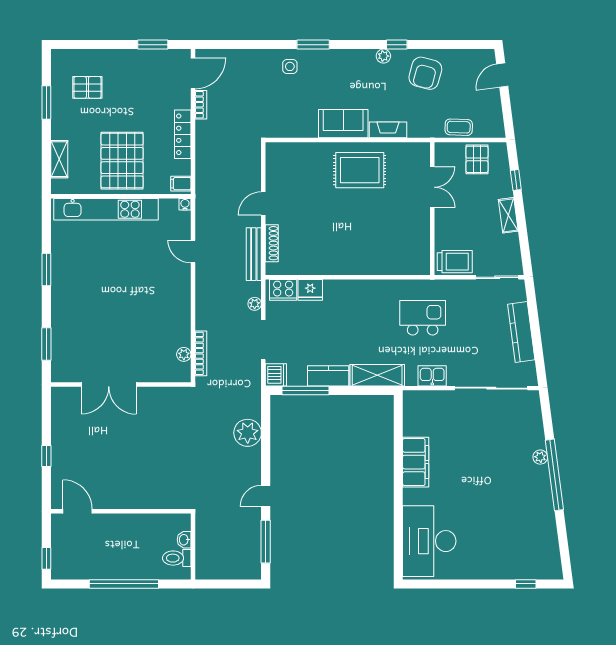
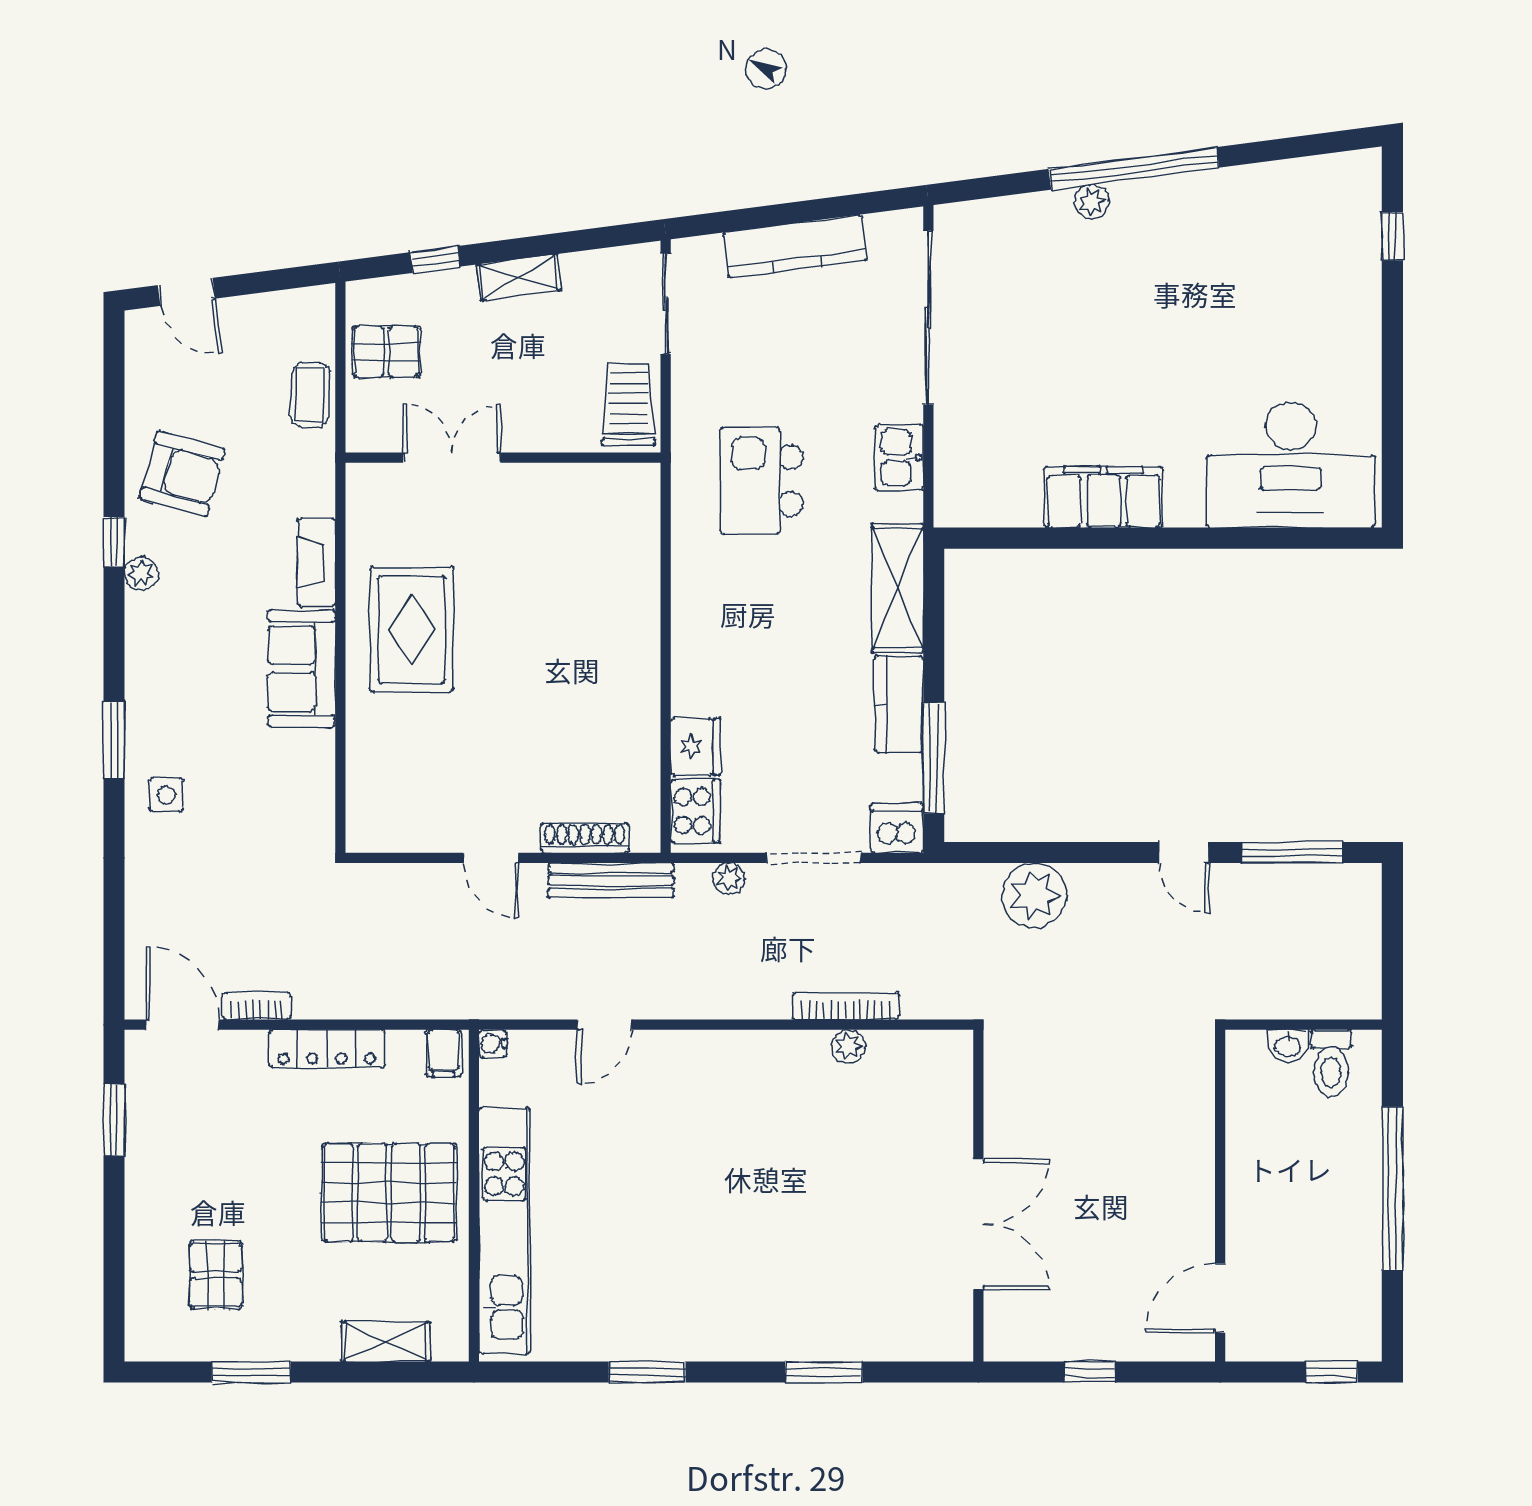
double door: (109, 385) -> (978, 1224), moved
wall: (121, 385) -> (978, 1196), moved

